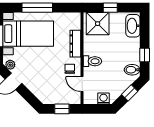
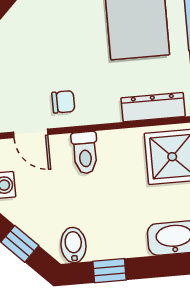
dresser: (75, 44) -> (153, 107), moved
door: (82, 84) -> (31, 133), swing flipped

